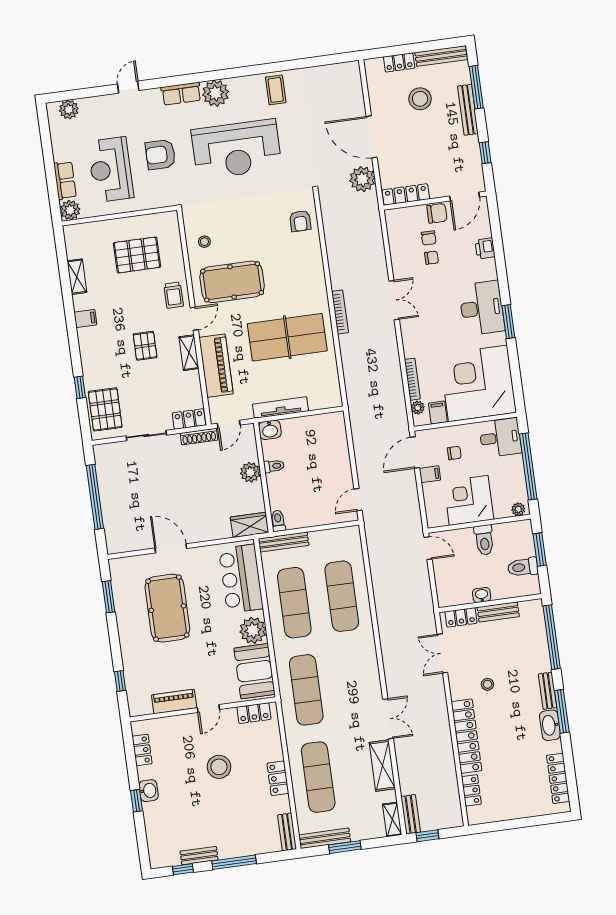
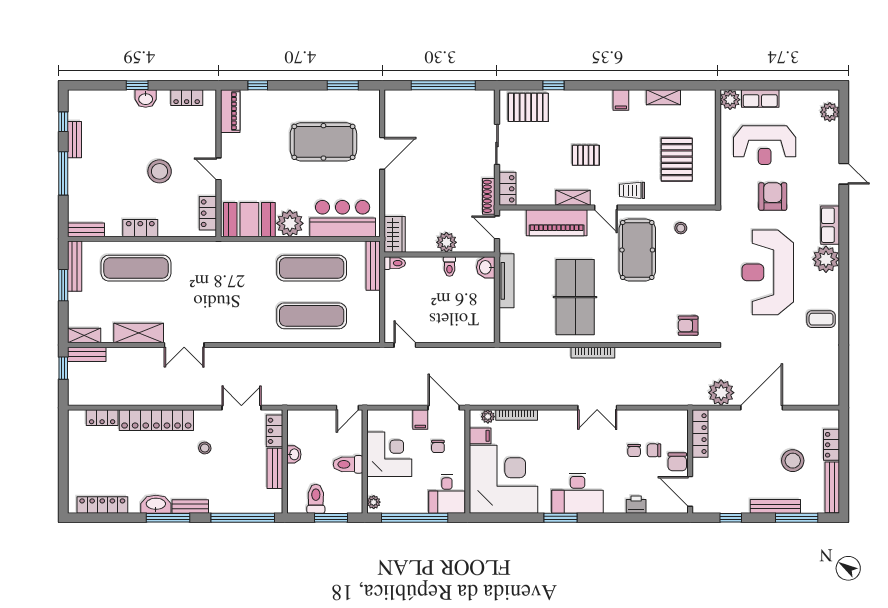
reception desk: (111, 170) -> (765, 145), turned 180
exercise mat: (306, 690) -> (224, 268), removed
piano: (174, 701) -> (230, 111), moved

